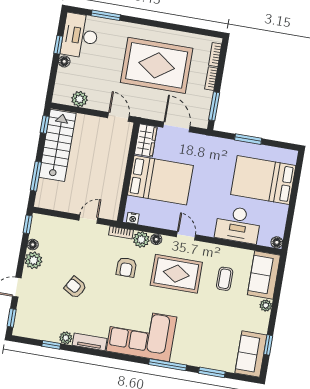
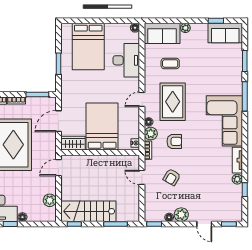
armchair: (75, 287) -> (172, 177), moved

